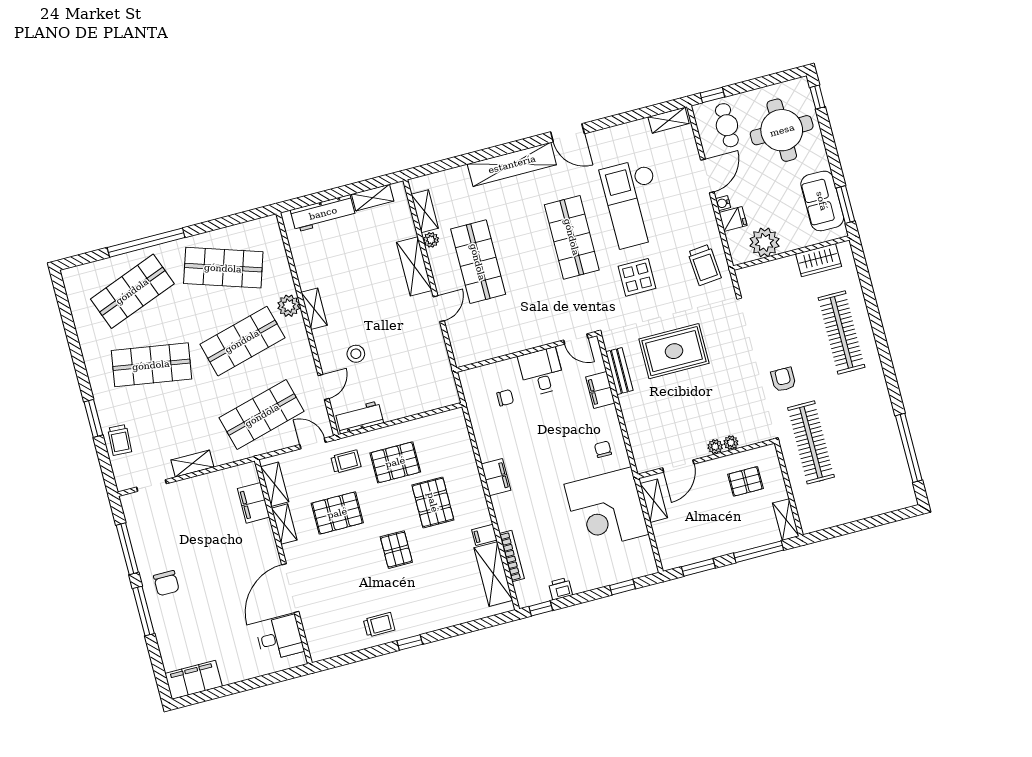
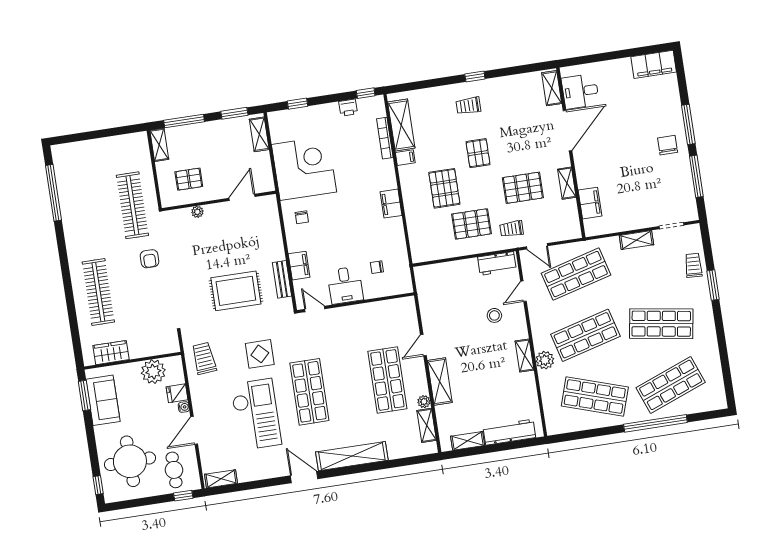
plant: (715, 447) -> (211, 210), removed
shelving: (275, 484) -> (552, 88), moved
shelving: (654, 501) -> (259, 134), moved
trolley: (379, 625) -> (468, 106), moved

